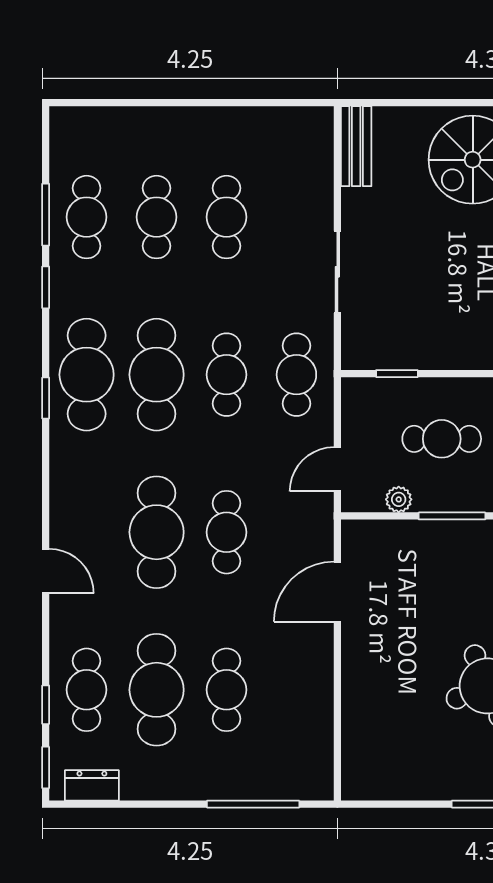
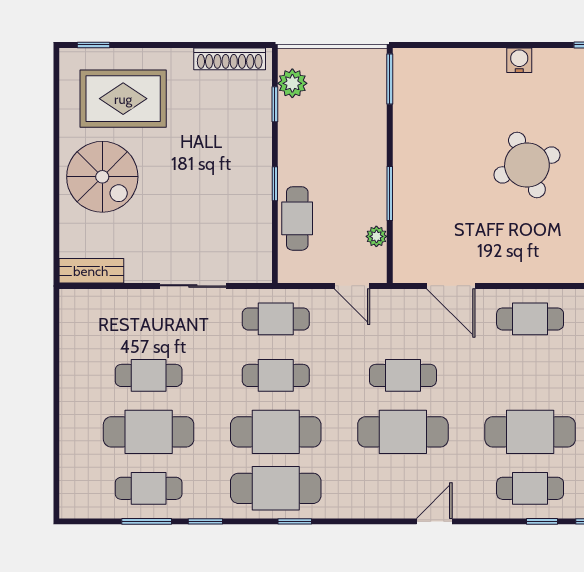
cafe table: (157, 217) -> (149, 432), width x1.37, depth x1.35
window: (397, 374) -> (275, 184), moved
cafe table: (442, 439) -> (297, 218), moved
cafe table: (226, 690) -> (530, 319), moved

